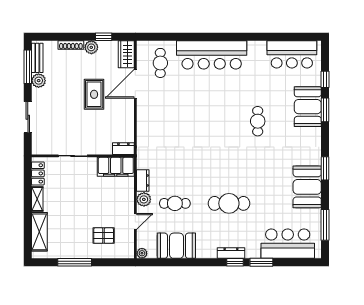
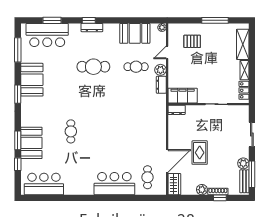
window: (104, 37) -> (220, 198), moved
bar counter: (212, 55) -> (114, 184), width x0.73
window: (261, 262) -> (52, 20), moved

